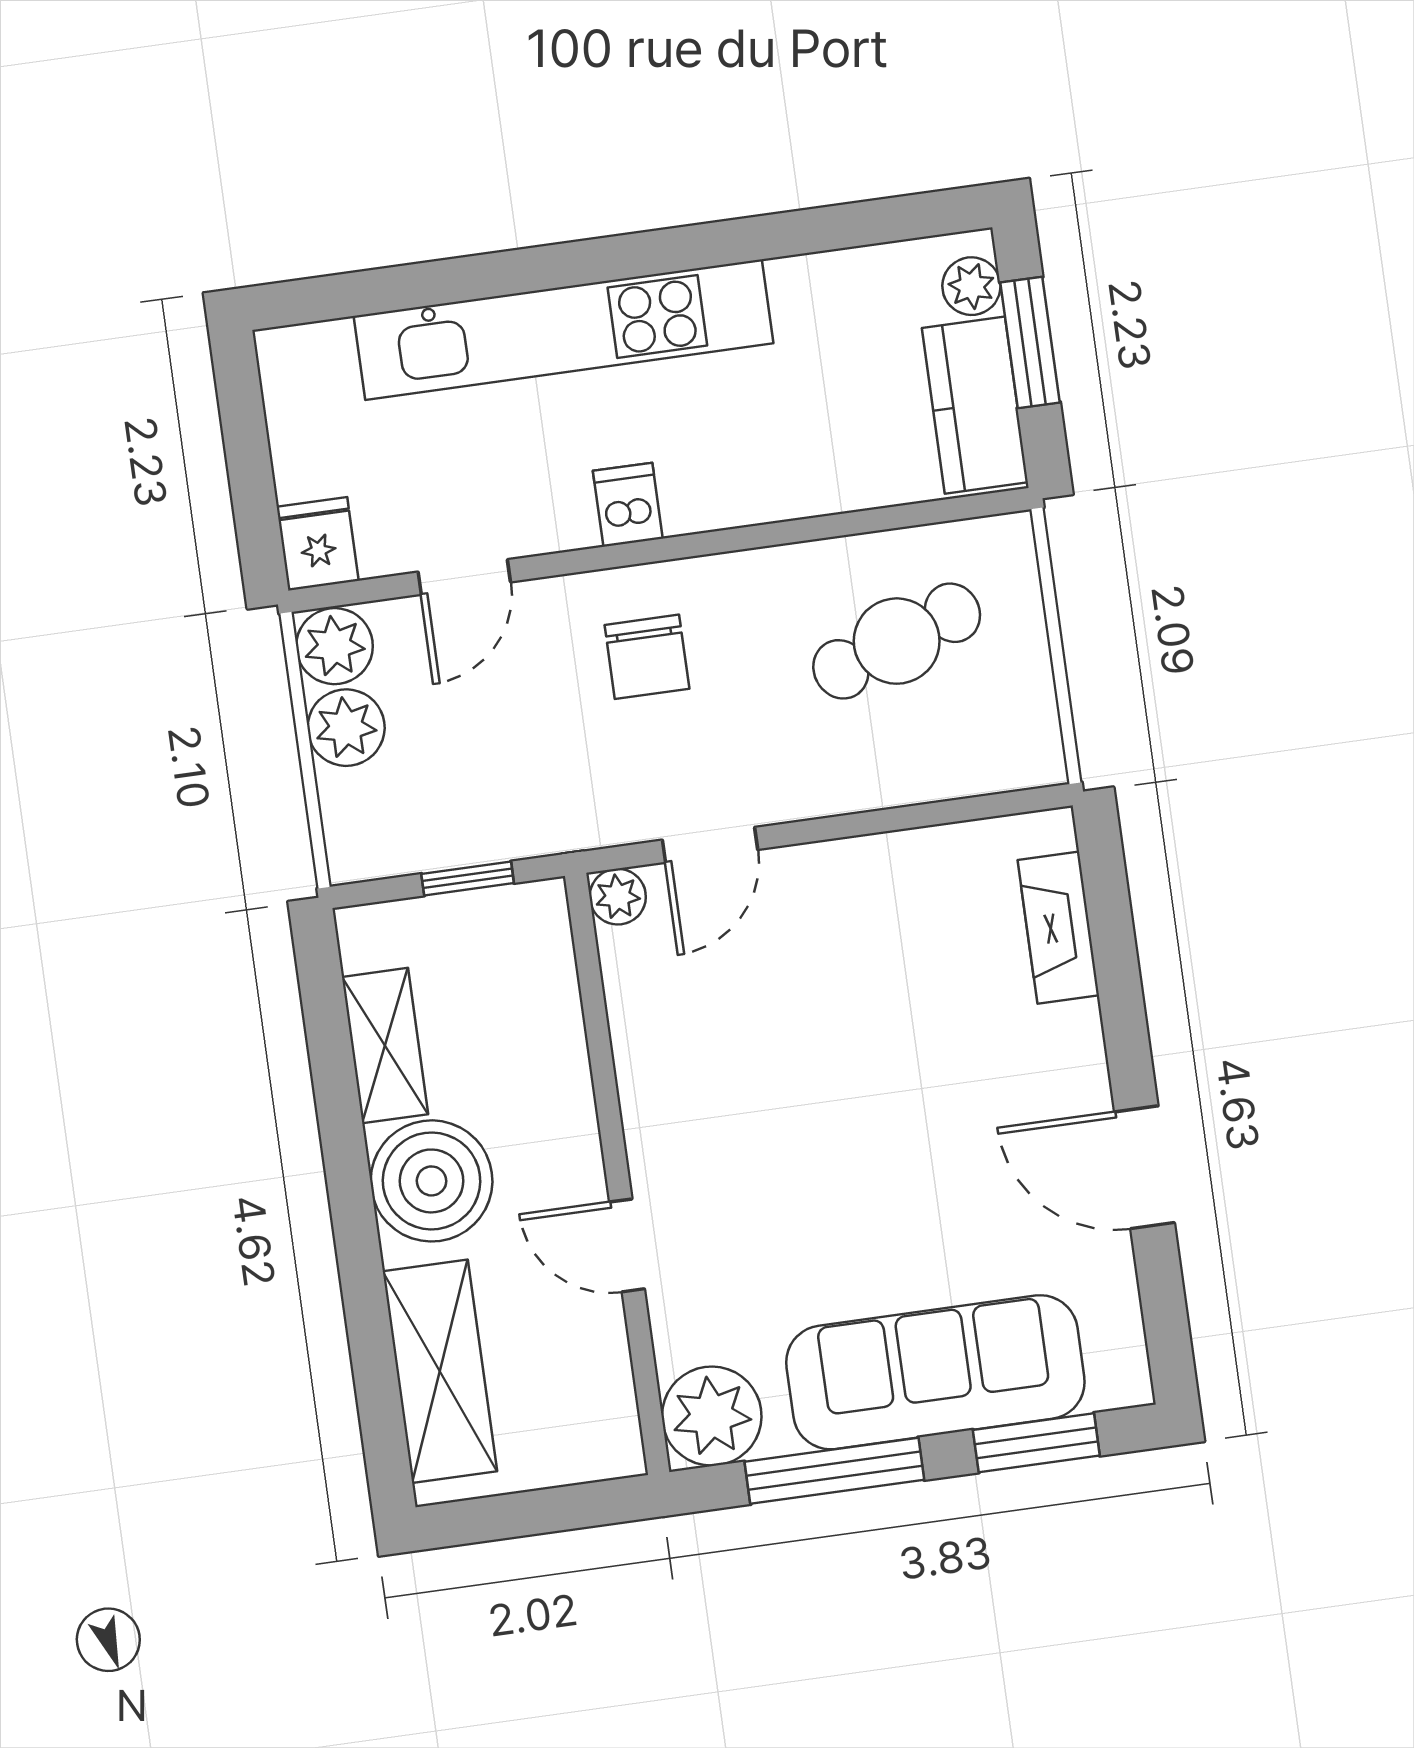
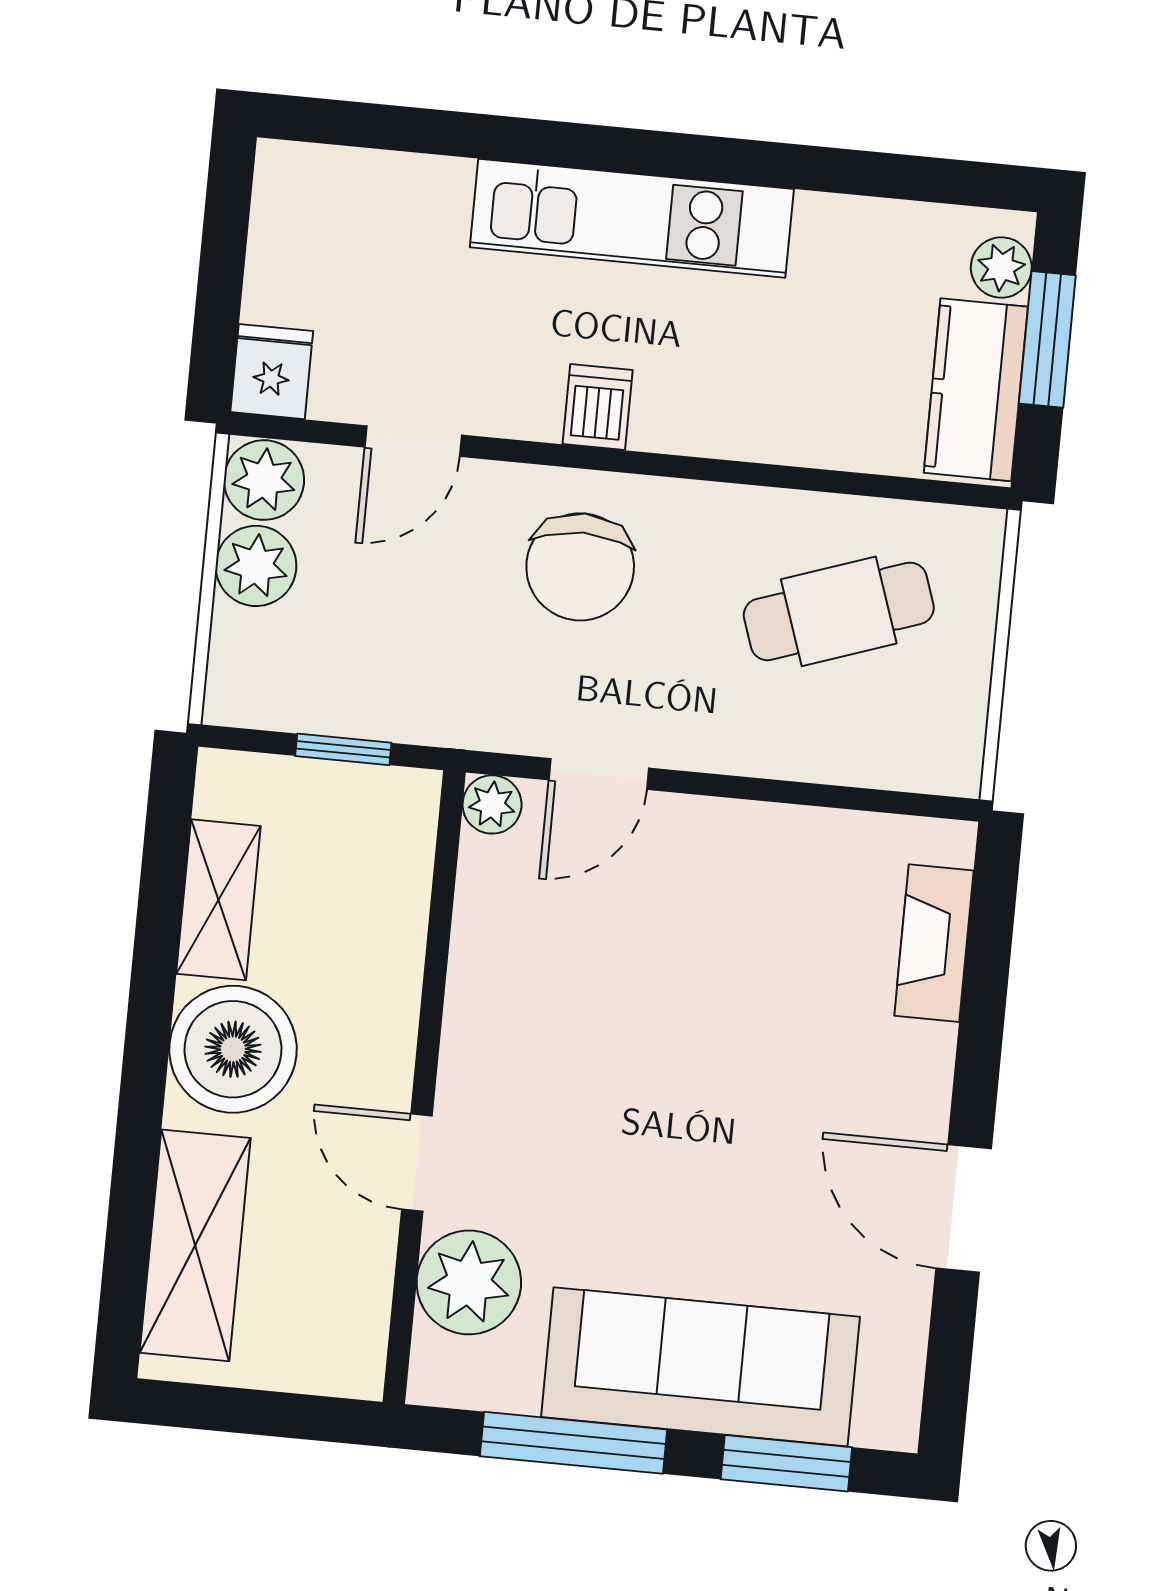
kitchen unit: (563, 330) -> (632, 218), width x0.73
chair: (647, 657) -> (580, 567), width x1.37, depth x1.37
plant: (712, 1416) -> (469, 1282), moved

